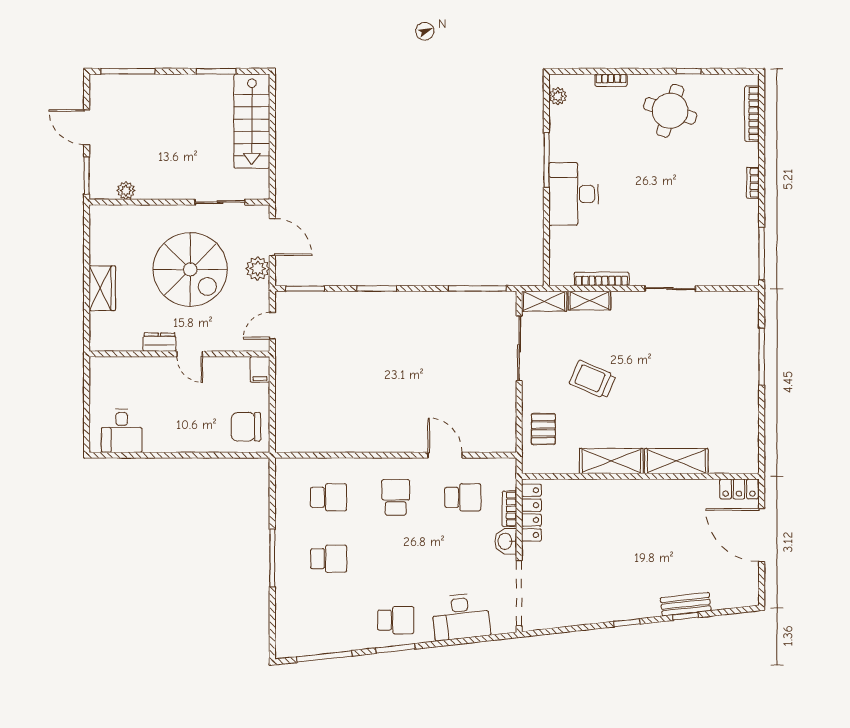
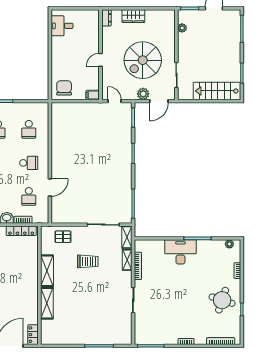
dresser: (160, 342) -> (106, 18), moved
trolley: (593, 380) -> (88, 261), turned 67

